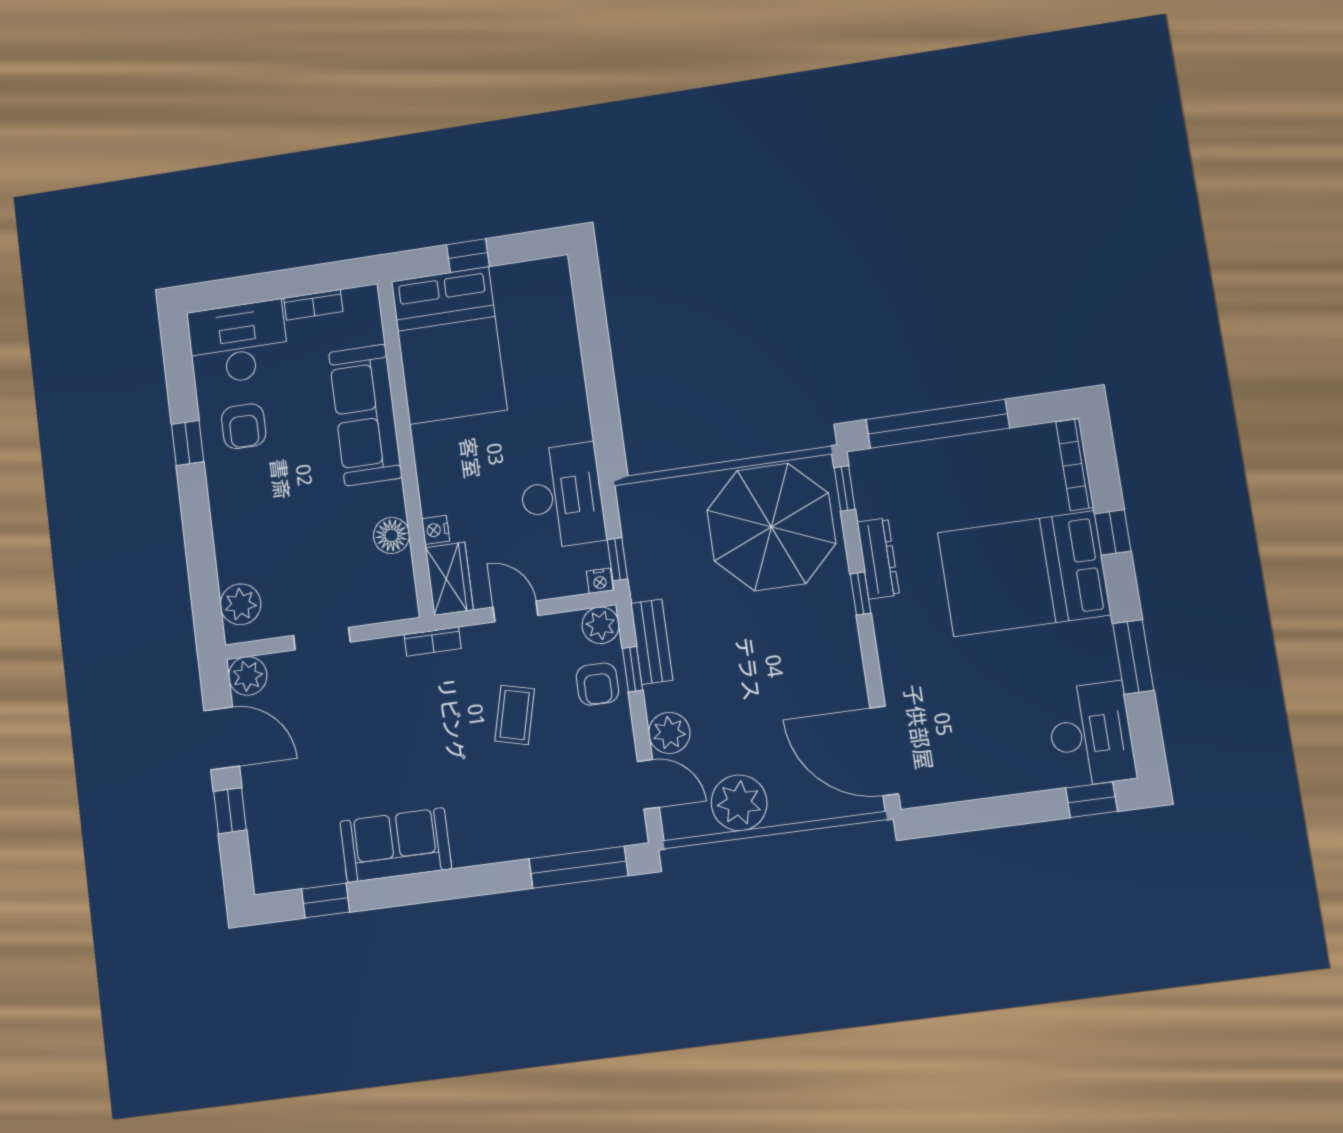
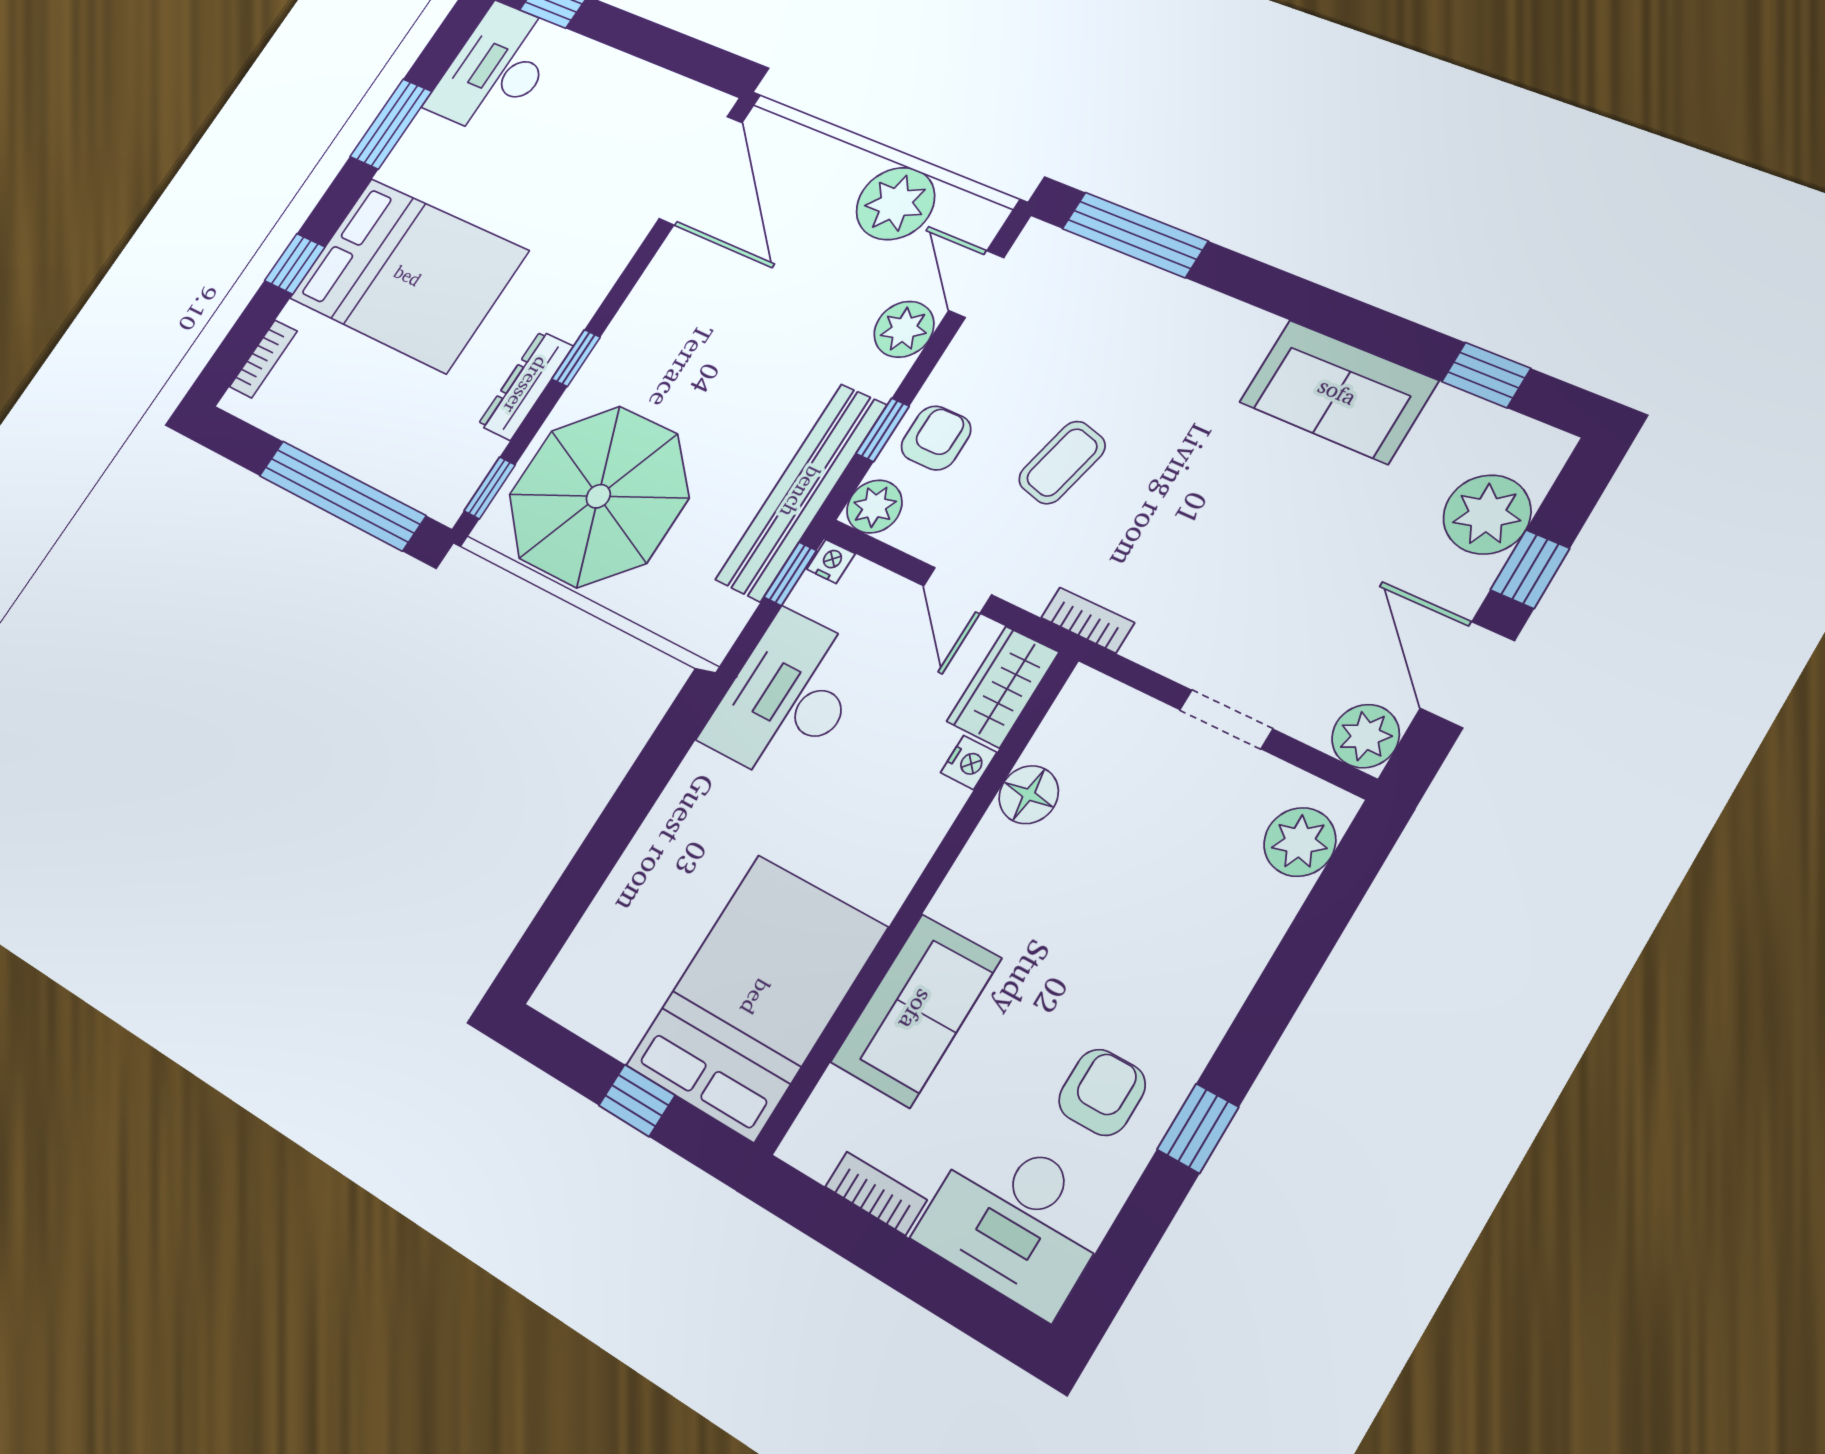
sofa: (365, 415) -> (916, 1010), width x0.73
bookcase: (1075, 465) -> (263, 359), width x0.64
bench: (652, 642) -> (801, 492), width x1.86, depth x1.21
plant: (271, 826) -> (1487, 514), added

